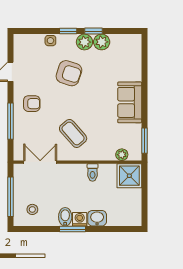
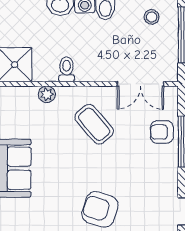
armchair: (32, 104) -> (162, 132), moved
plant: (122, 155) -> (47, 94), moved

